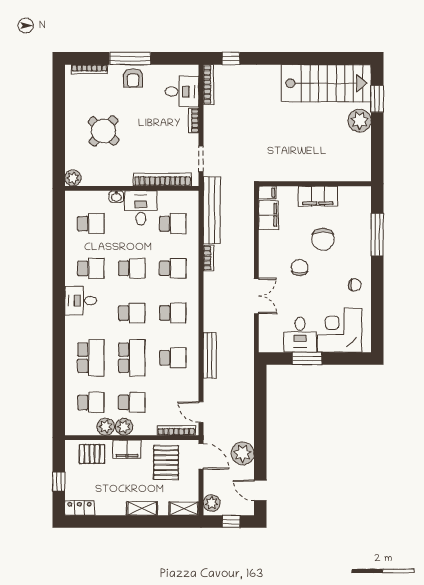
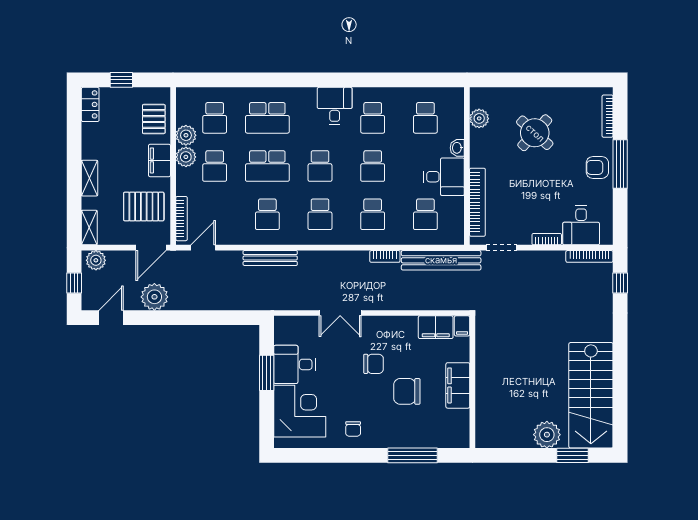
plant: (73, 178) -> (479, 118), moved

